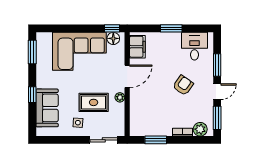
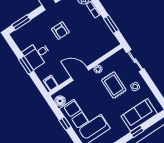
window: (112, 28) -> (65, 124), moved
desk: (194, 46) -> (37, 55), moved
filing cabinet: (137, 47) -> (51, 83), width x0.50
window: (217, 65) -> (21, 22), moved
armchair: (183, 85) -> (60, 31), turned -125

